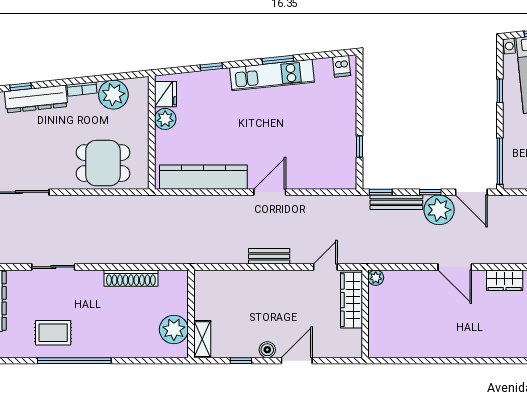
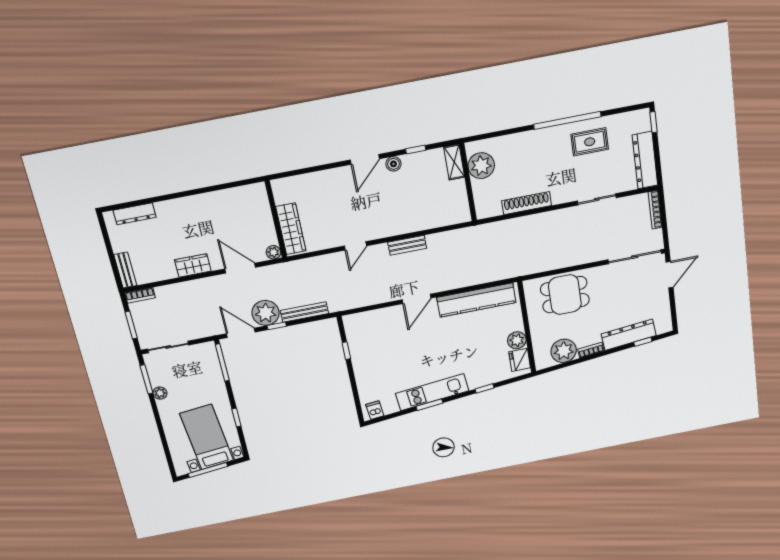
window: (381, 192) -> (320, 318), removed
plant: (376, 278) -> (273, 252), moved
wardrobe: (351, 300) -> (291, 229), moved
wall: (365, 314) -> (276, 219), moved

